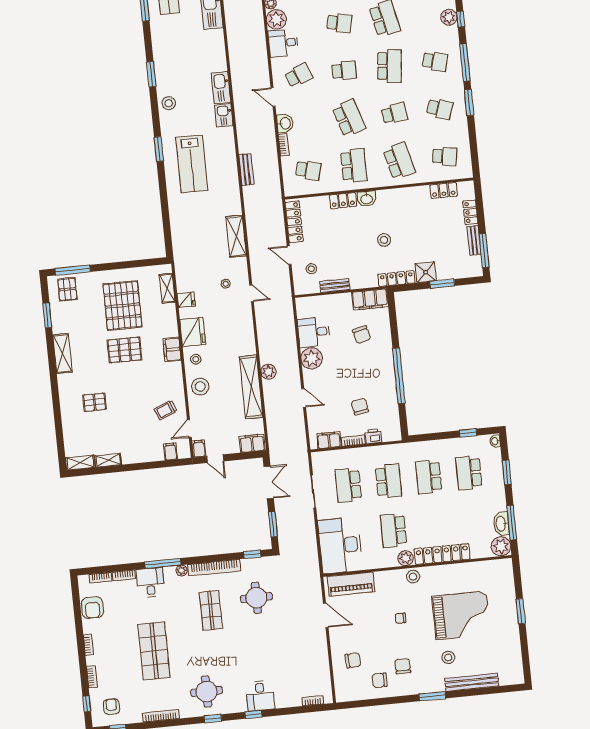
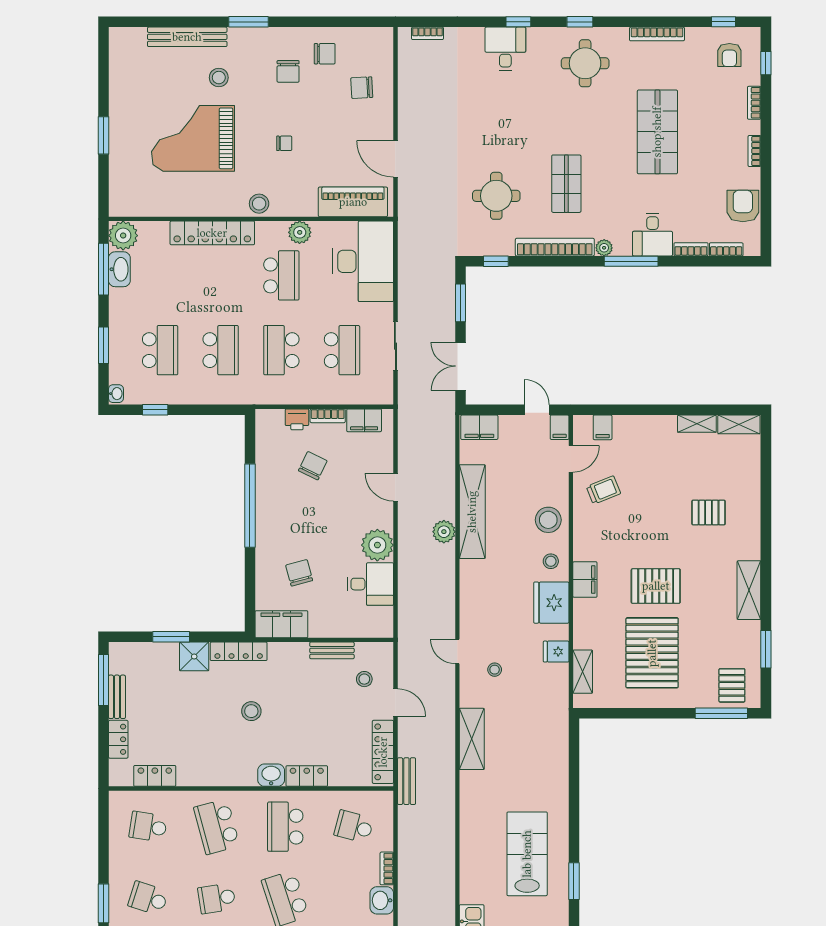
bench: (246, 169) -> (406, 781), moved
chair: (360, 407) -> (313, 466), turned -145
plant: (406, 558) -> (300, 232), moved

